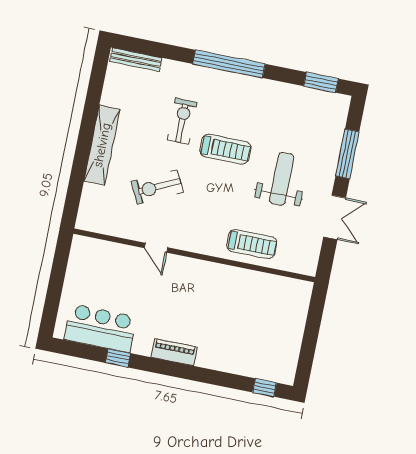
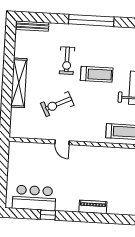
exercise bike: (182, 121) -> (67, 61), turned 180
piano: (174, 352) -> (93, 207), moved

